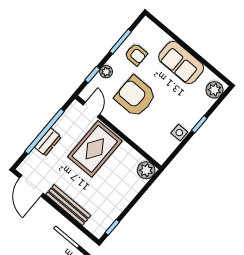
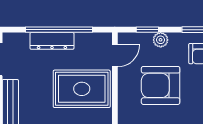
armchair: (135, 96) -> (161, 85), turned -90
dresser: (48, 142) -> (52, 41), width x1.44

